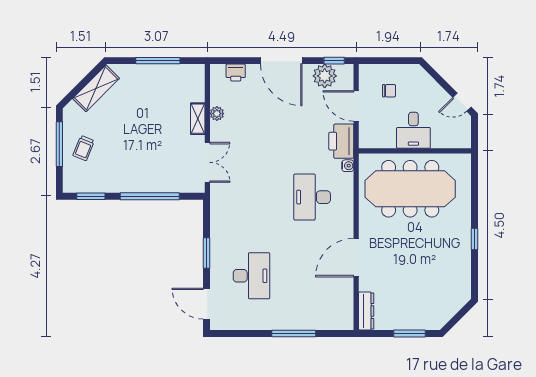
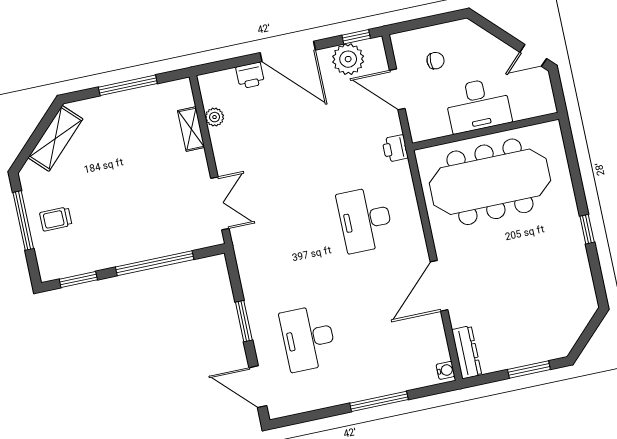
printer: (236, 73) -> (250, 75), moved
plant: (217, 114) -> (215, 117), moved
shelving: (198, 119) -> (191, 129), moved
desk: (413, 130) -> (478, 105), width x1.37
printer: (341, 141) -> (395, 148), width x0.53, depth x0.68
trolley: (84, 148) -> (56, 219), turned 68
water cooler: (348, 166) -> (445, 370), moved
desk: (251, 276) -> (308, 338), turned 180

